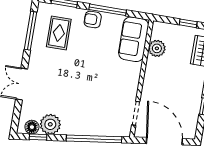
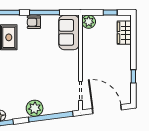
plant: (157, 48) -> (89, 22), moved
plant: (50, 124) -> (35, 108), moved

